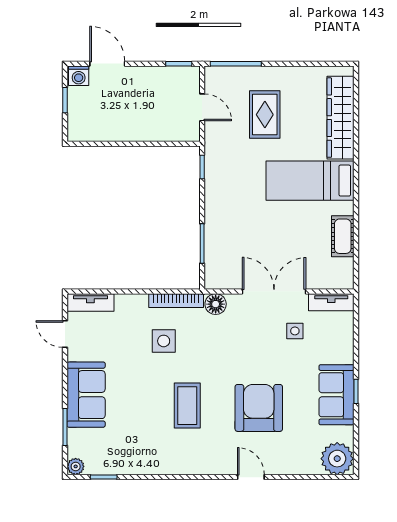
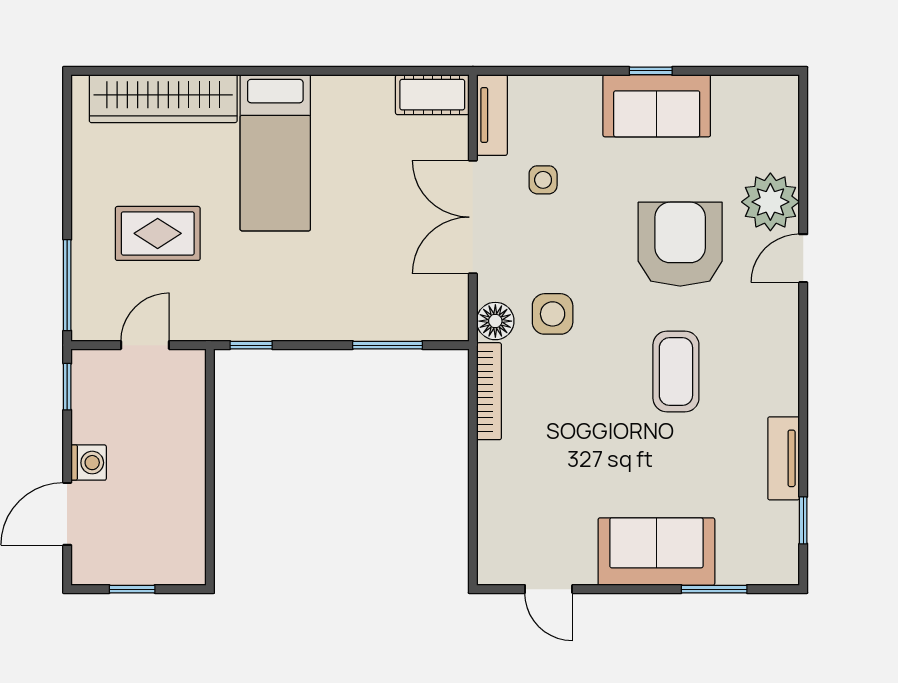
washing machine: (79, 76) -> (89, 463), moved
cot: (343, 236) -> (432, 95), moved
tv unit: (90, 302) -> (784, 458), moved, turned 180
door: (65, 334) -> (549, 589), hinge flipped
side table: (164, 341) -> (553, 314), moved
coffee table: (187, 406) -> (676, 371), turned 90
armchair: (259, 408) -> (680, 244), turned 90
plant: (337, 459) -> (770, 202), moved
plant: (76, 466) -> (784, 570), removed

